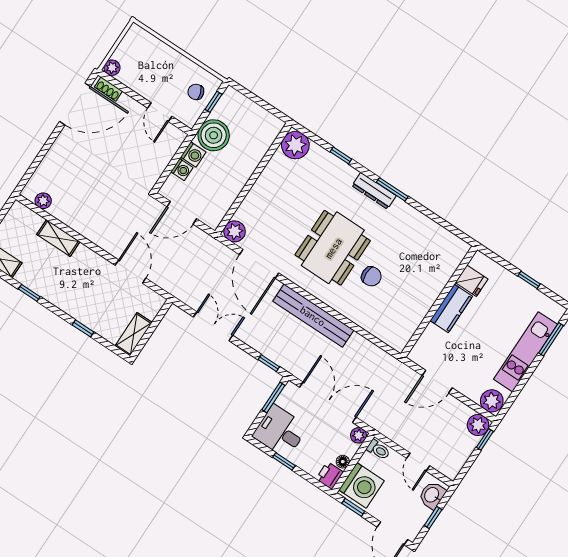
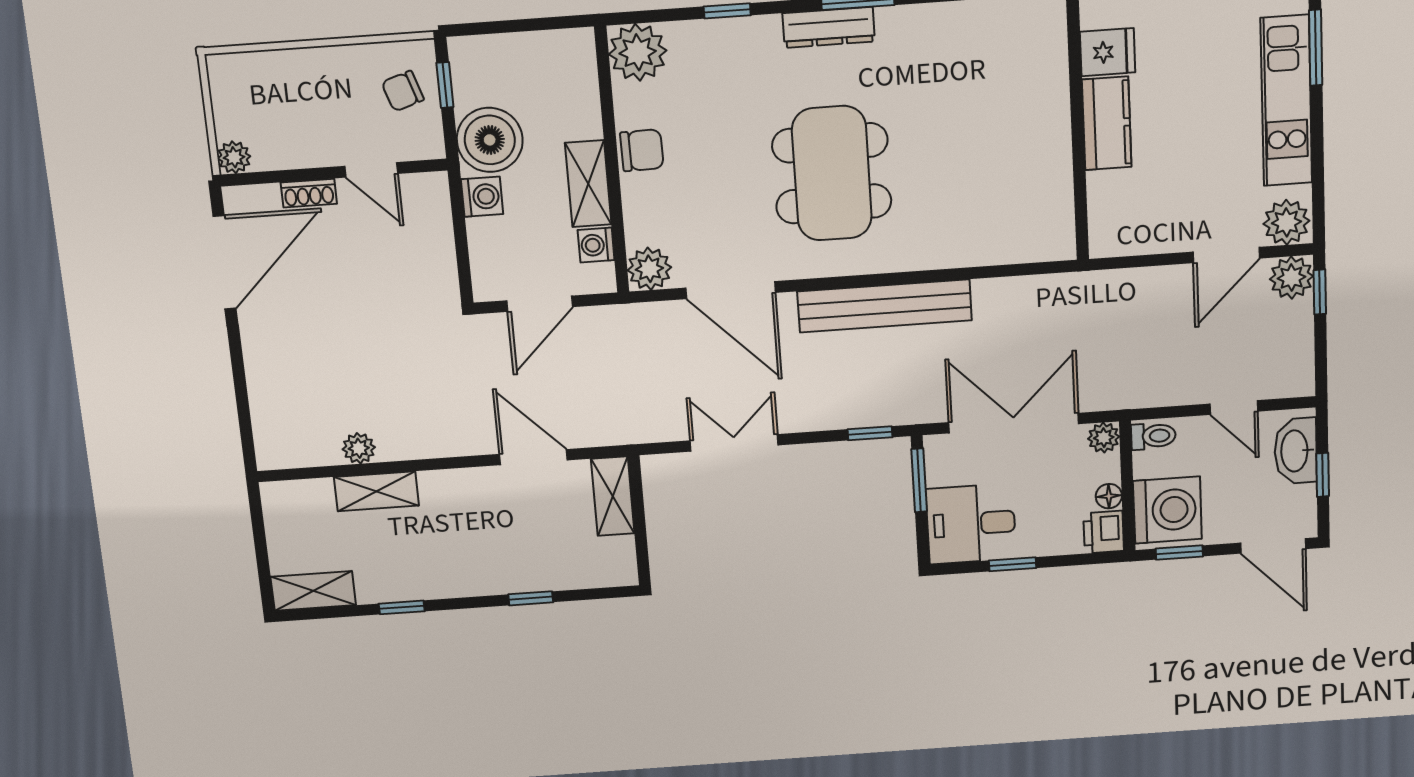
shoe rack: (108, 89) -> (309, 193), moved
washing machine: (182, 170) -> (596, 245), moved, turned 180
shelving: (237, 180) -> (588, 184), added
plant: (43, 201) -> (359, 448), moved
chair: (371, 276) -> (642, 150), moved
shelving: (134, 334) -> (613, 496), moved
door: (437, 382) -> (1226, 255), moved
washbasin: (432, 495) -> (1296, 451), width x1.38

